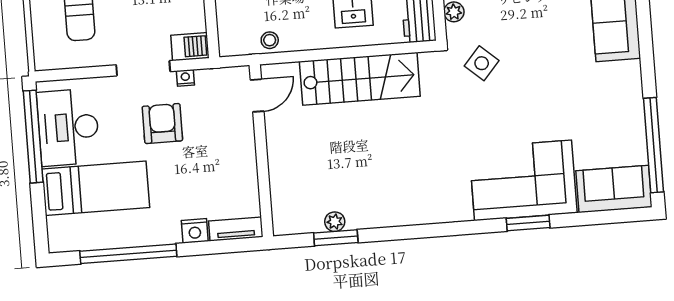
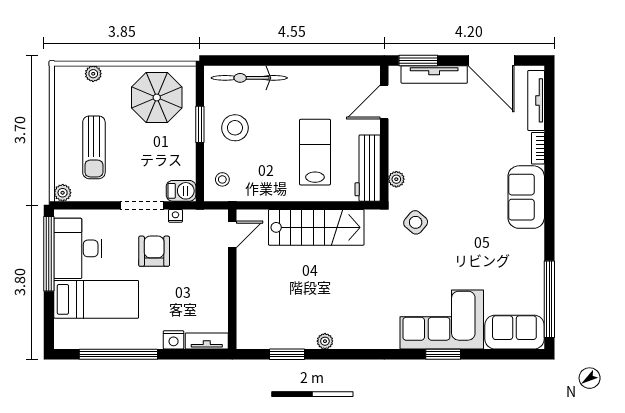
stool: (270, 40) -> (222, 179), moved
plant: (44, 60) -> (63, 193), added
plant: (335, 222) -> (325, 341), moved

